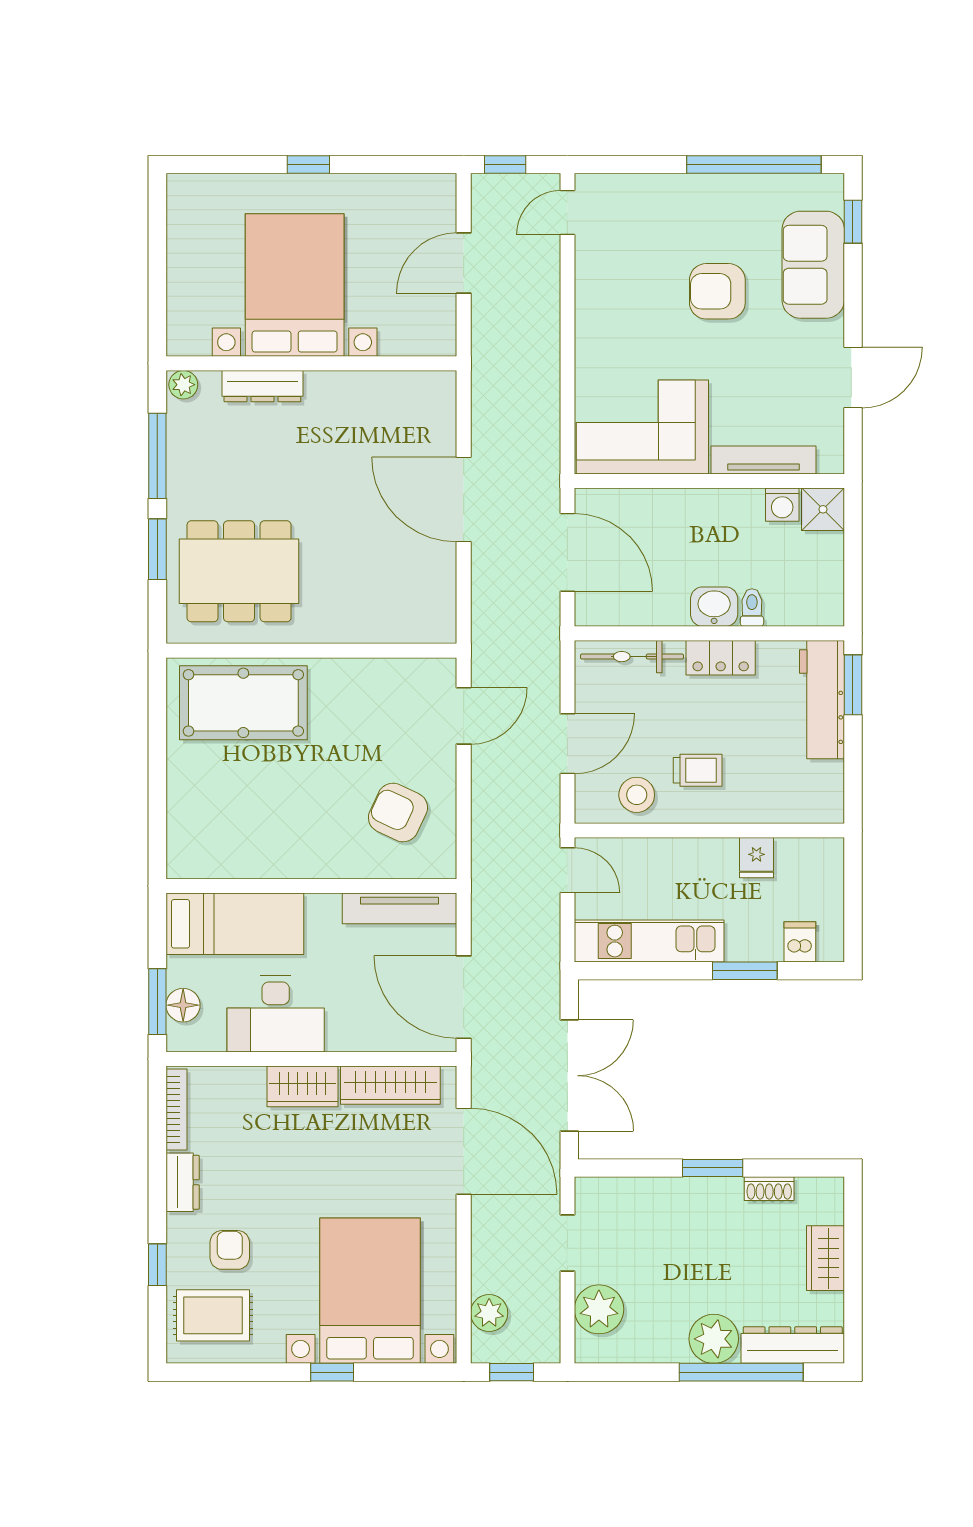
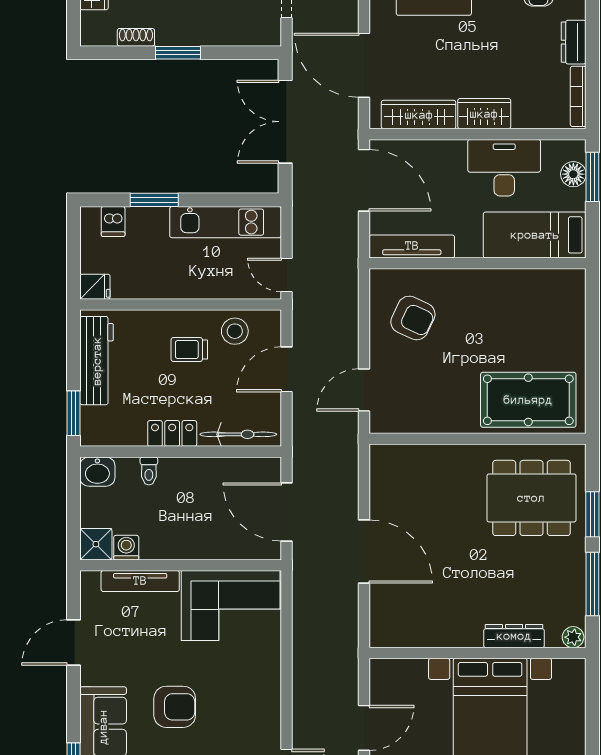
washbasin: (714, 607) -> (97, 472), moved
workbench: (822, 700) -> (97, 361), moved
fridge: (756, 858) -> (95, 287), moved, turned 90

